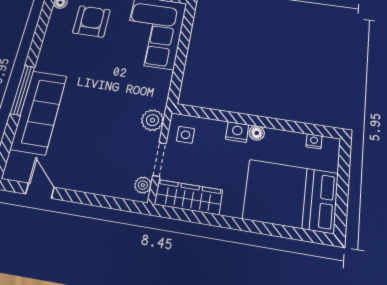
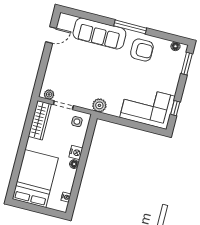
armchair: (91, 21) -> (142, 50), moved
window: (23, 90) -> (130, 27), moved
plant: (152, 120) -> (99, 105), moved

